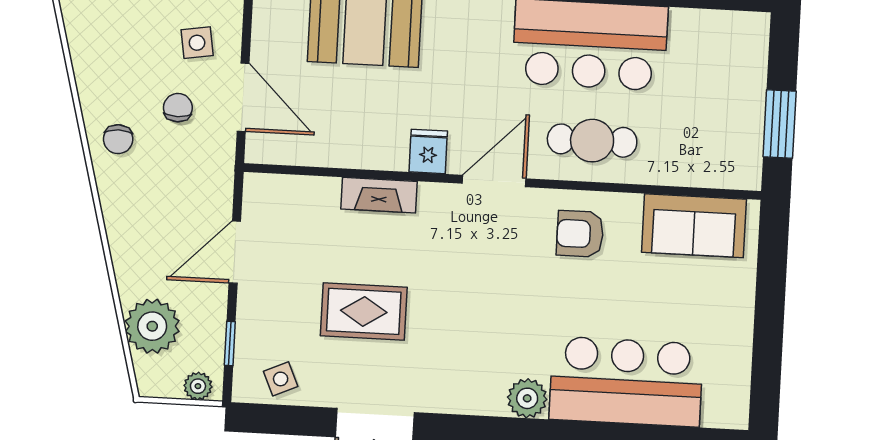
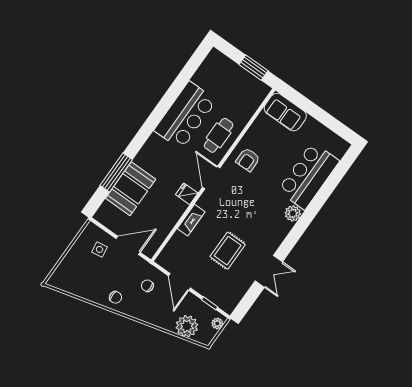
chair: (178, 108) -> (147, 286), moved
sofa: (694, 226) -> (285, 112), moved, turned 90
side table: (281, 379) -> (233, 294), removed

